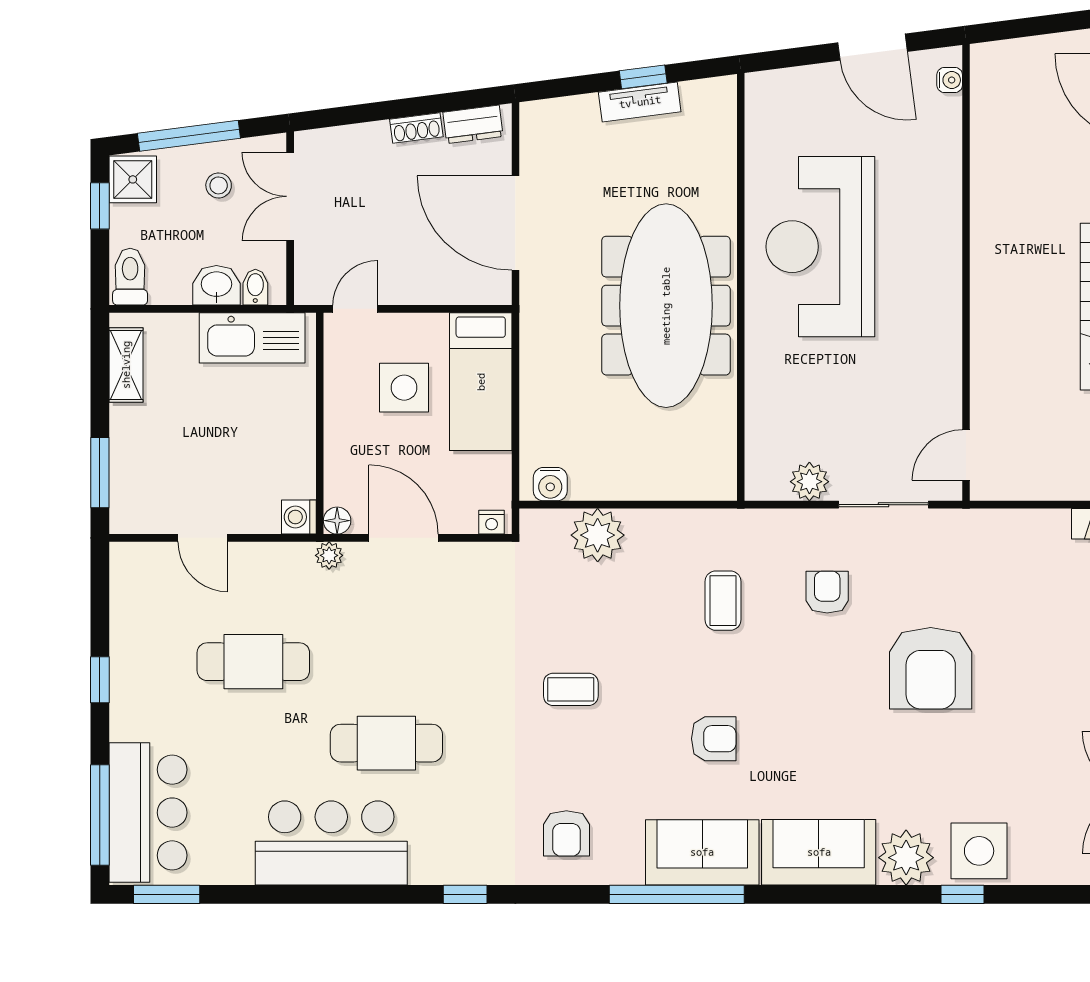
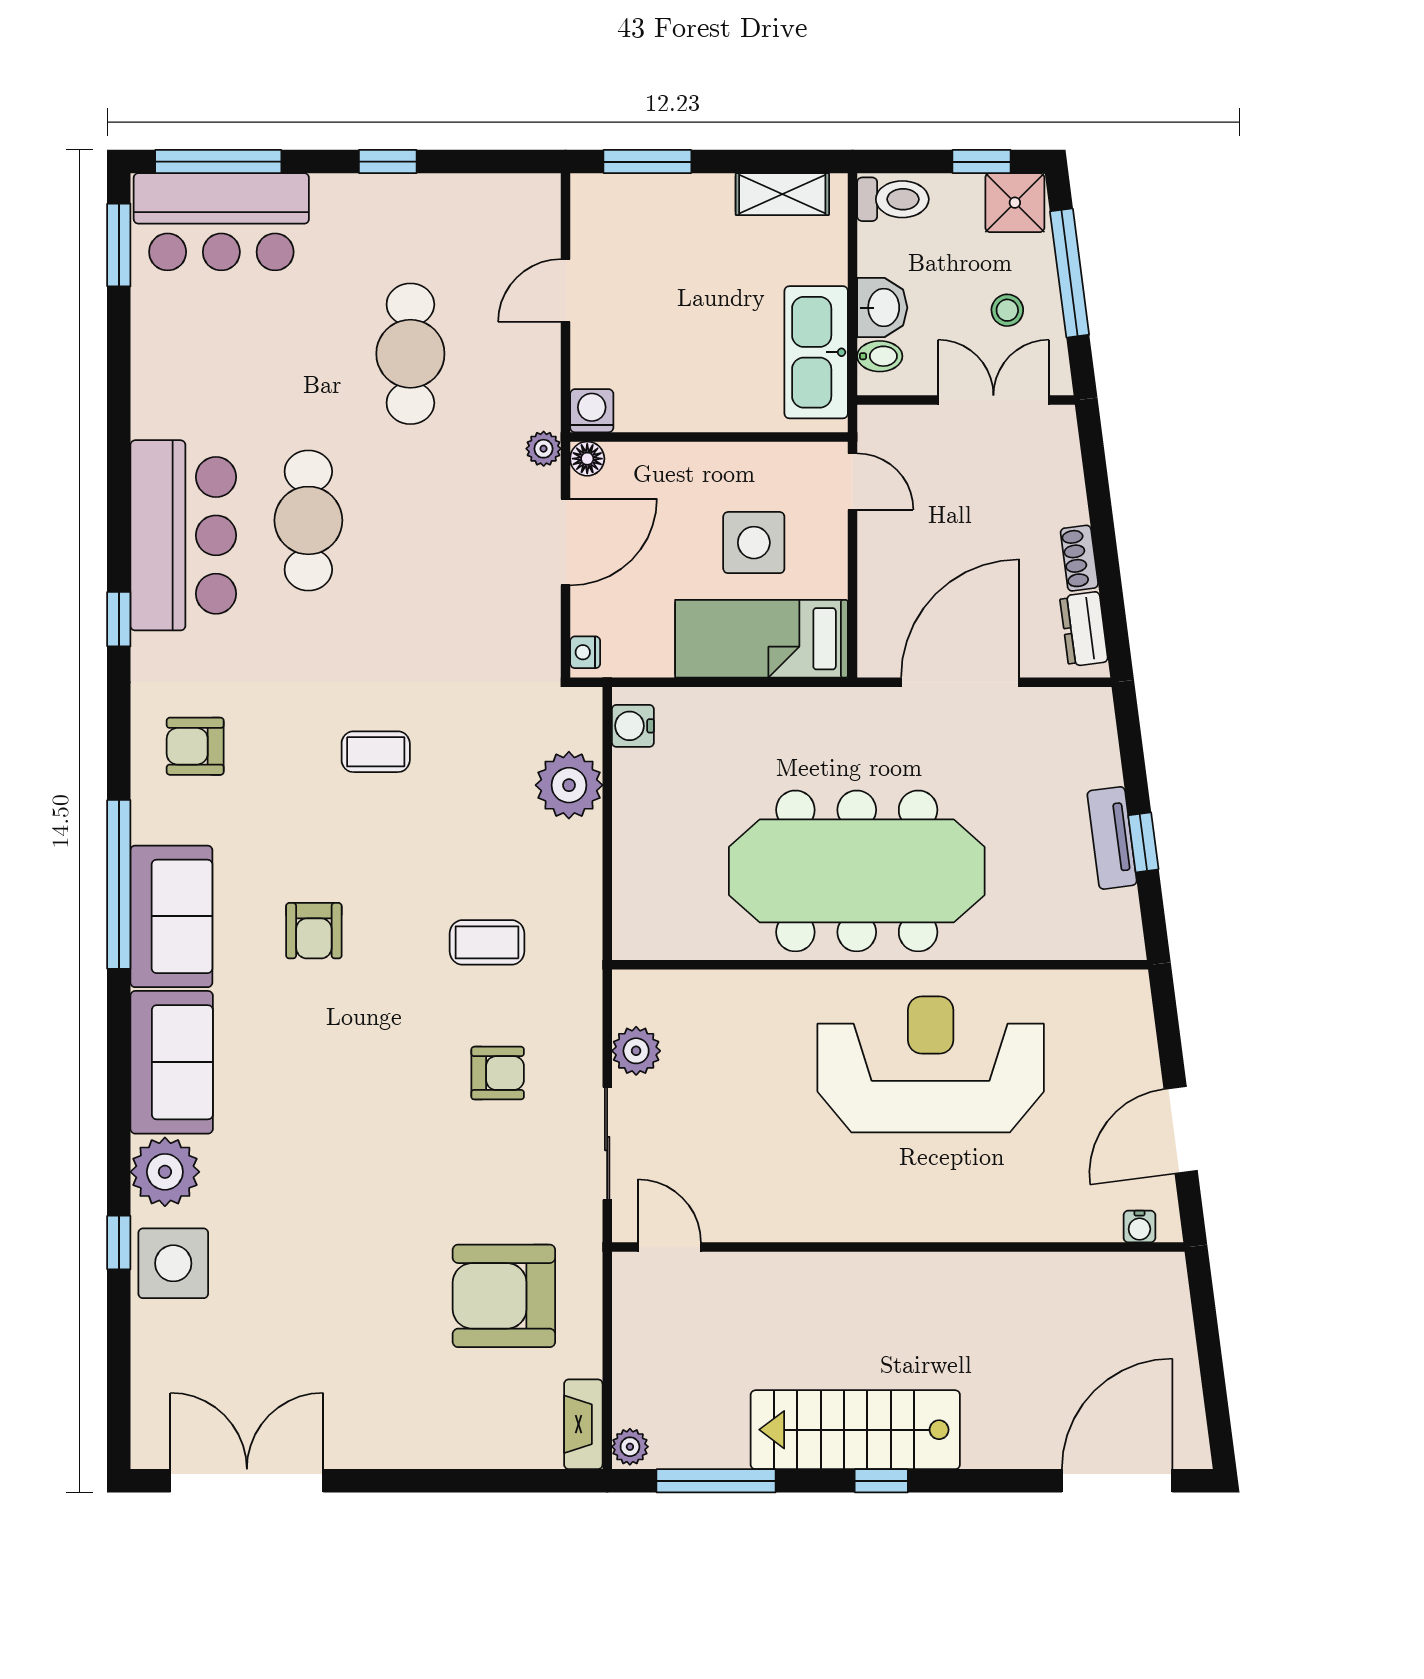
armchair: (931, 668) -> (504, 1296), moved
coffee table: (571, 689) -> (376, 752), turned 90
bar counter: (331, 843) -> (183, 535), moved

